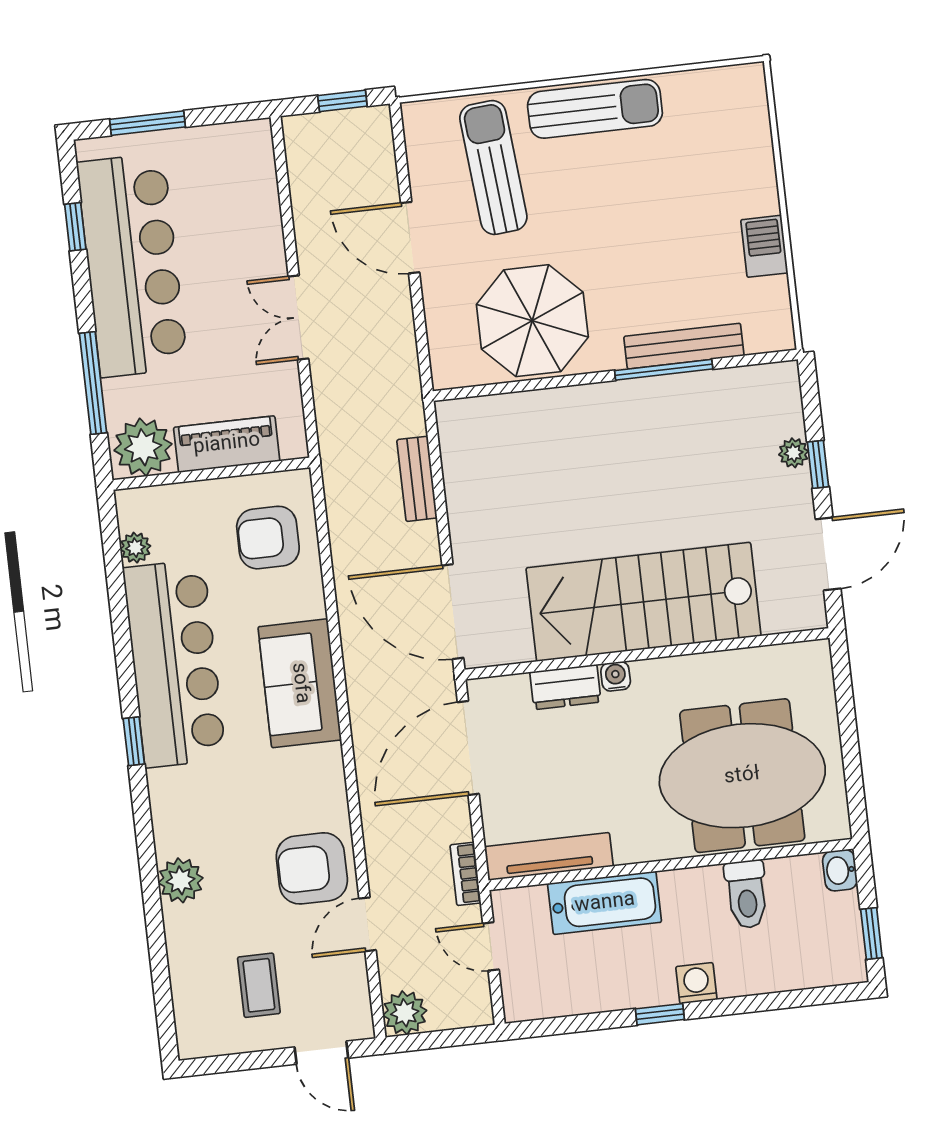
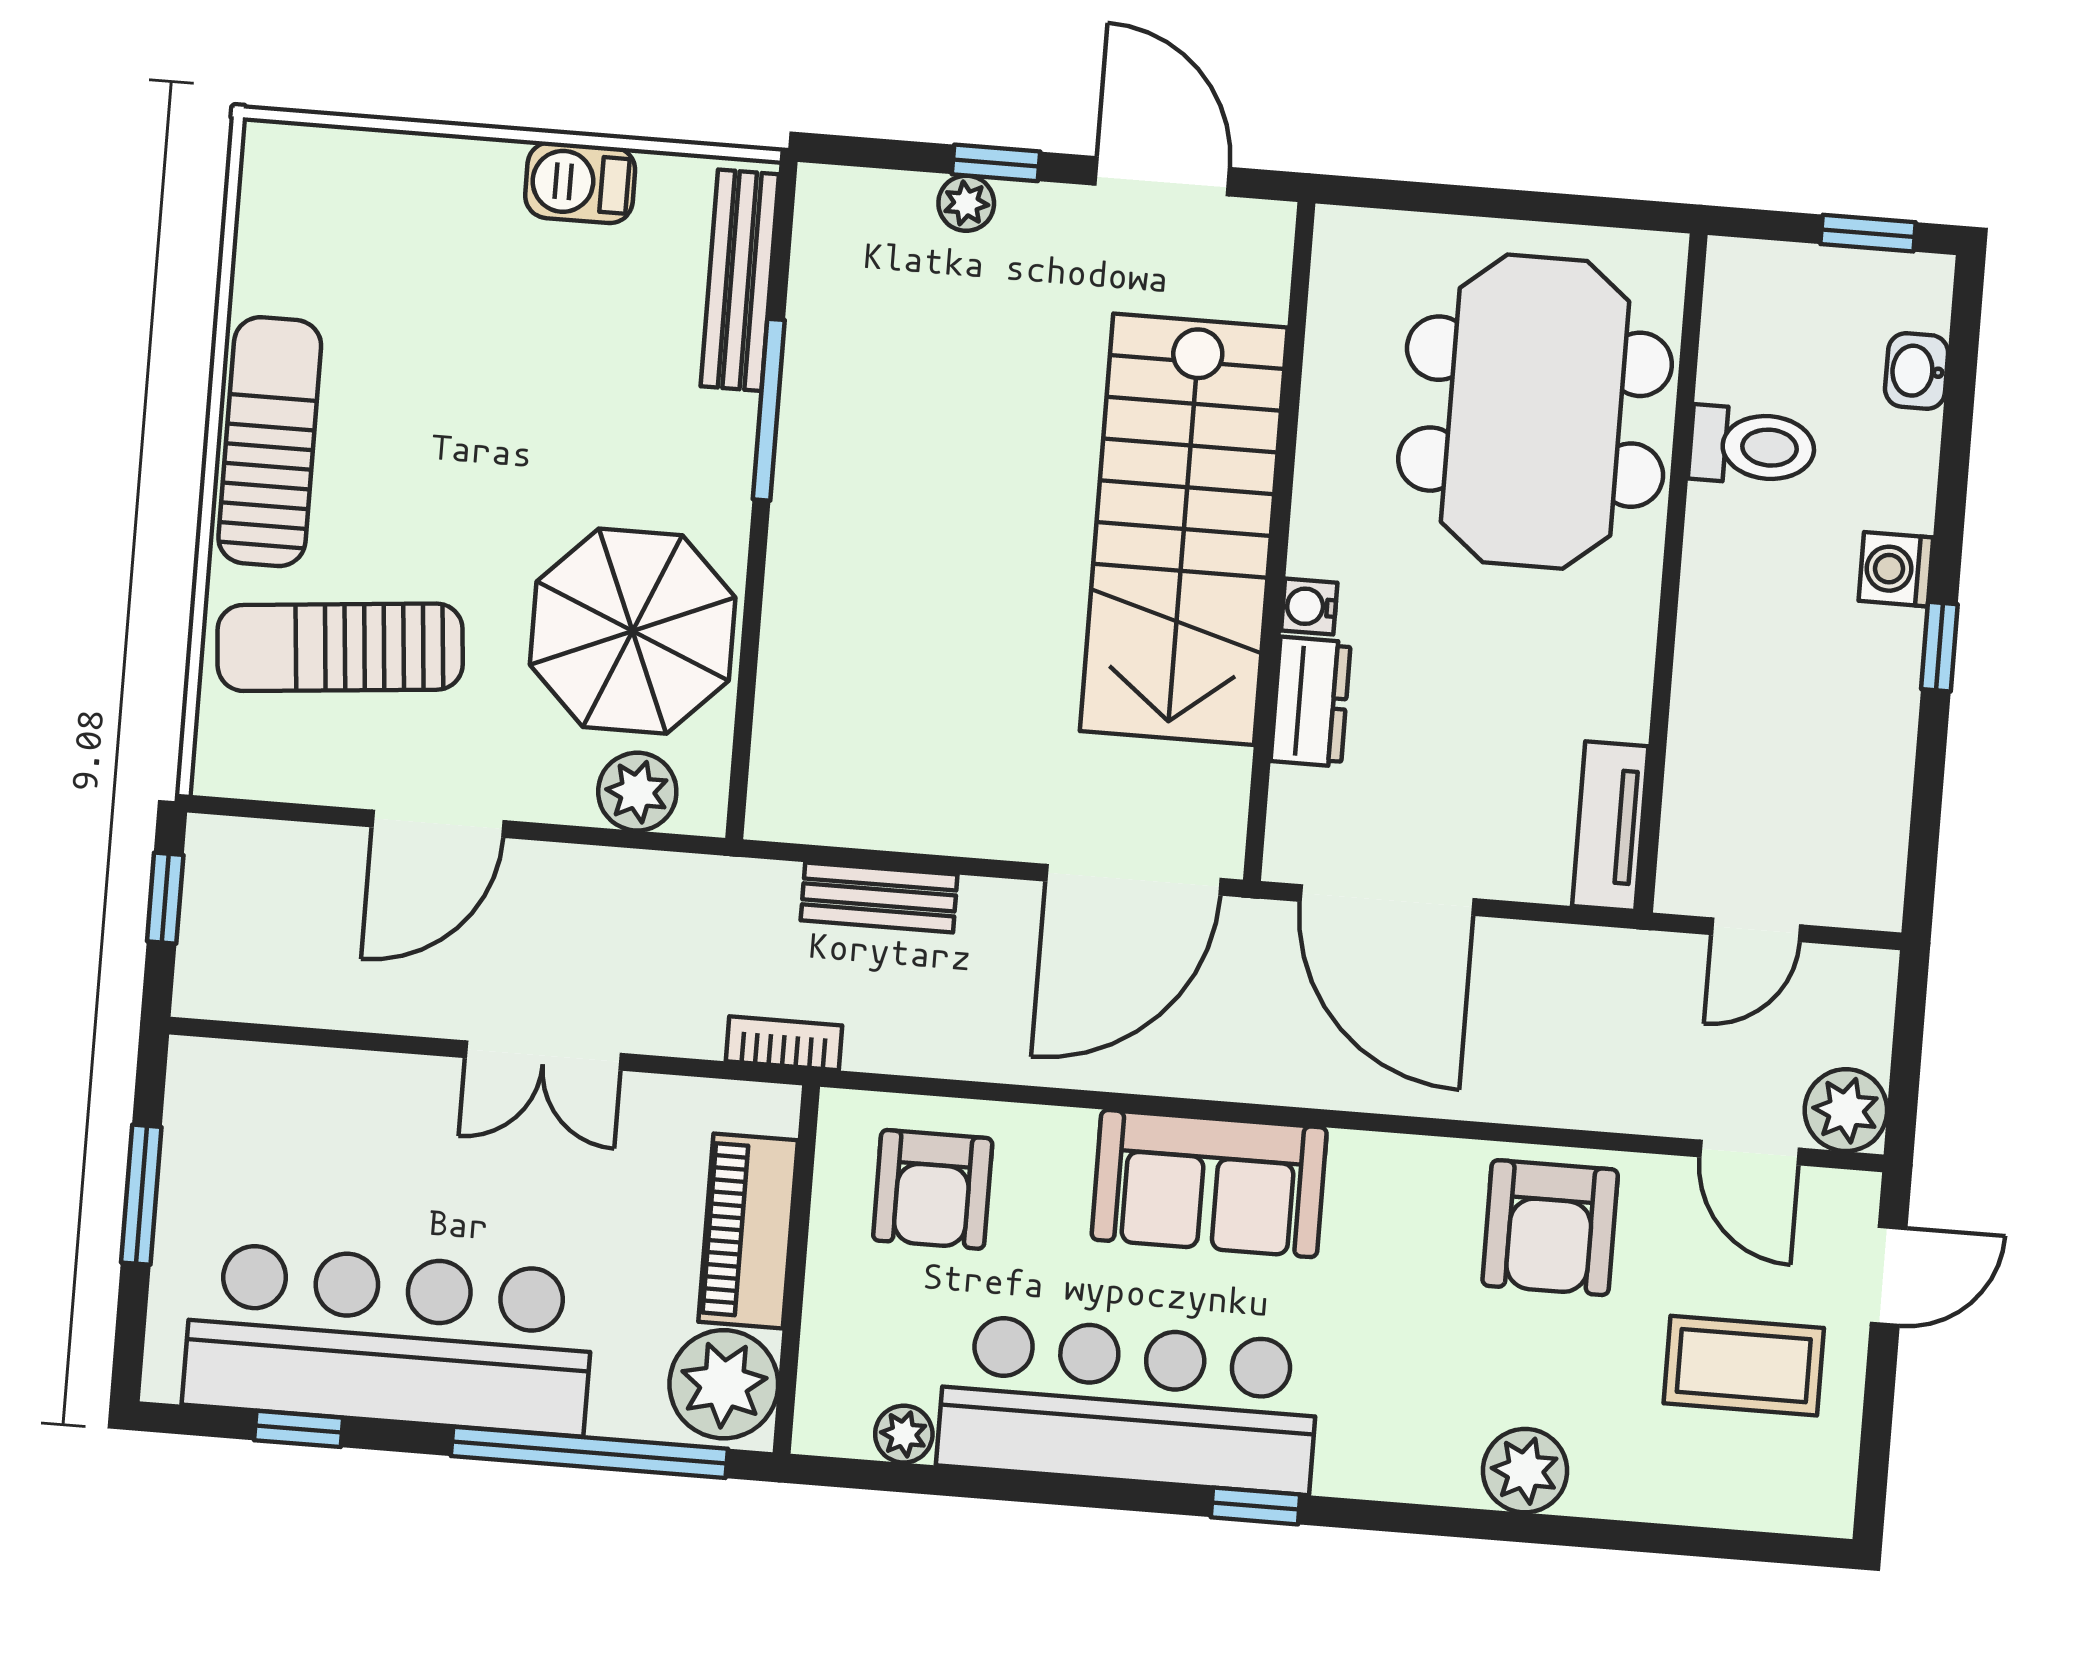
window: (148, 123) -> (141, 1195), moved
plant: (448, 340) -> (637, 792), added
bench: (684, 346) -> (740, 280), moved
window: (93, 383) -> (589, 1452), width x1.46
tv unit: (549, 856) -> (1610, 826), width x0.71
washbasin: (840, 870) -> (1917, 371), moved, turned 90
bookcase: (465, 874) -> (784, 1043), moved, turned 180
bathtub: (605, 903) -> (1717, 708), removed
door: (367, 924) -> (1749, 1153), moved
coffee table: (259, 985) -> (1744, 1366), width x1.36, depth x1.30

